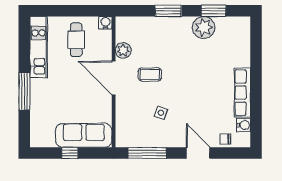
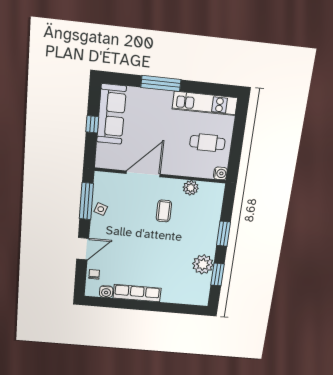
door: (114, 78) -> (143, 174), moved
side table: (161, 113) -> (101, 209), moved
sofa: (84, 135) -> (111, 114), moved

